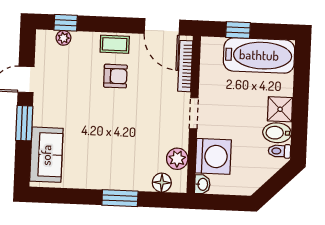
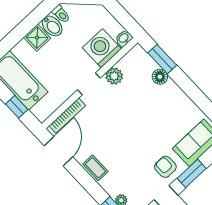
armchair: (115, 76) -> (165, 167), moved
plant: (177, 159) -> (114, 76), moved
floor lamp: (162, 183) -> (160, 77), moved
window: (120, 198) -> (162, 59), moved

